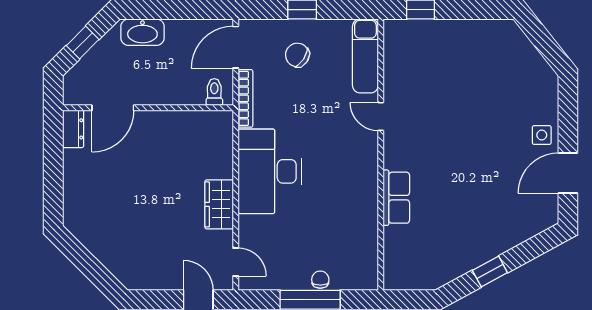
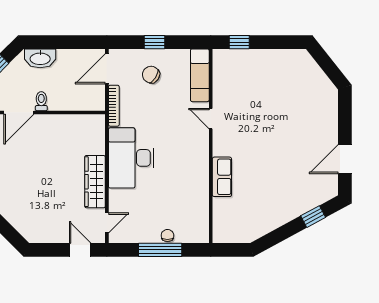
toilet: (214, 92) -> (41, 101), moved
side table: (542, 135) -> (326, 132), removed
wardrobe: (219, 204) -> (95, 182), width x1.50
door: (236, 262) -> (107, 223), hinge flipped
window: (490, 271) -> (313, 217), moved

